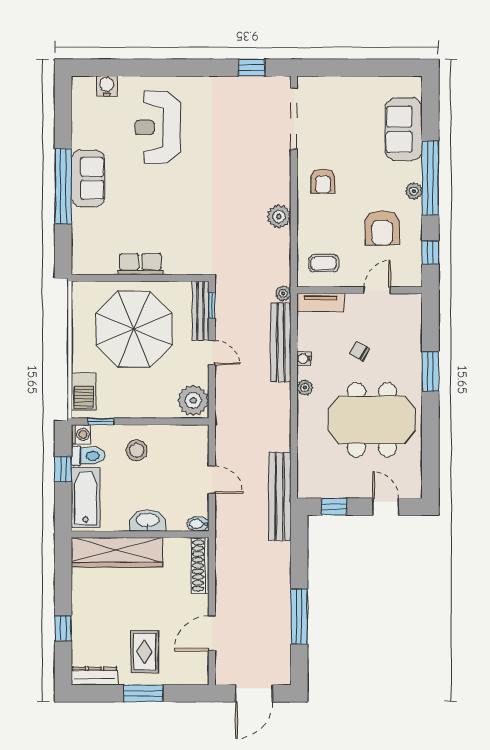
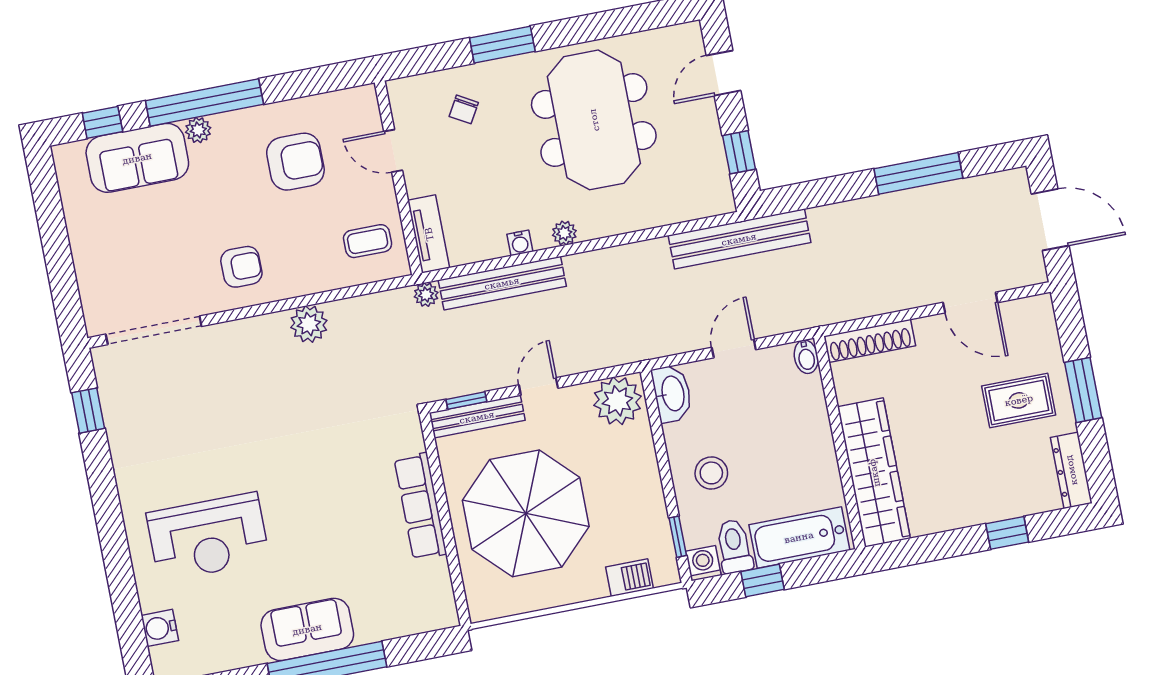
plant: (414, 191) -> (198, 130), moved
window: (430, 252) -> (102, 122), moved
coffee table: (324, 263) -> (368, 241), turned 90
row of seats: (140, 264) -> (420, 506), width x1.48
chair: (359, 351) -> (464, 109), moved
barbecue: (84, 391) -> (630, 578), width x0.73, depth x0.79
washbasin: (148, 520) -> (672, 394), moved, turned 180

